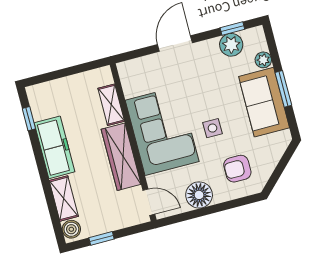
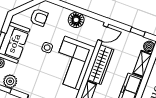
armchair: (237, 169) -> (39, 17), moved
door: (149, 202) -> (103, 33), swing flipped

